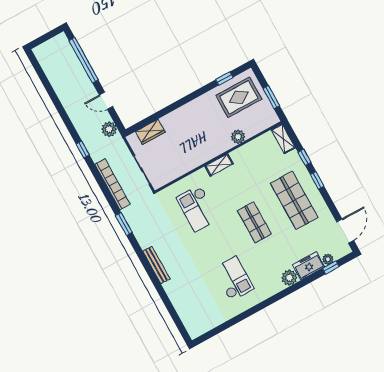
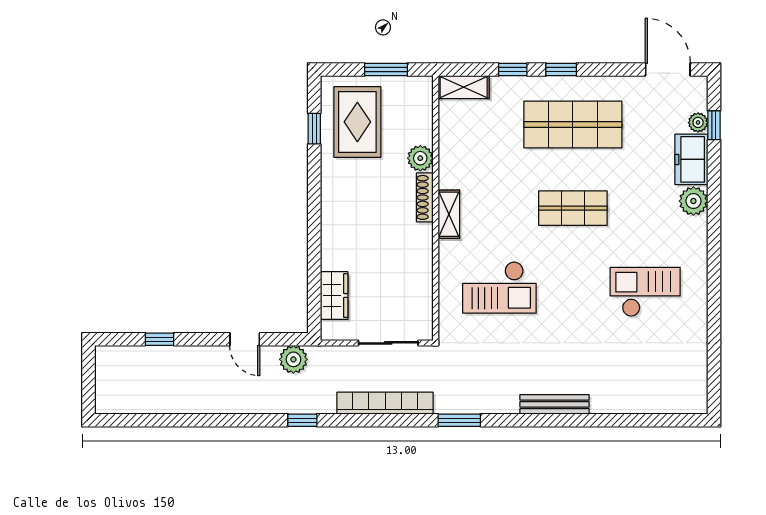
window: (84, 60) -> (159, 339), width x0.32
door: (106, 101) -> (245, 339), hinge flipped
shoe rack: (221, 149) -> (425, 197), added

